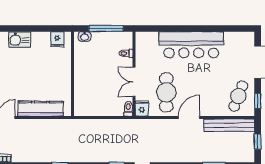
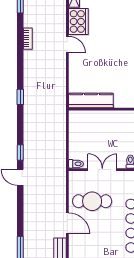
fridge: (142, 108) -> (76, 177), removed
kitchen counter: (40, 109) -> (91, 101), moved, turned -90

